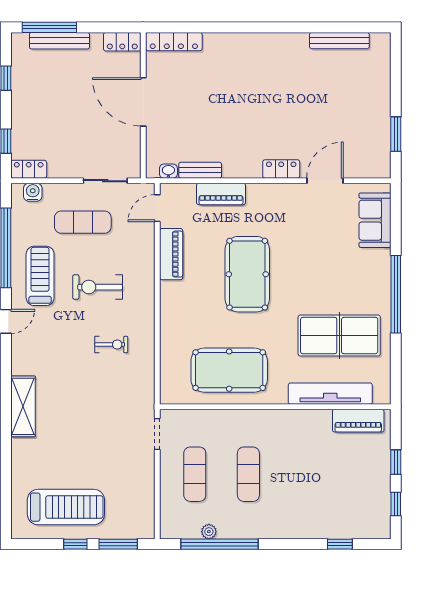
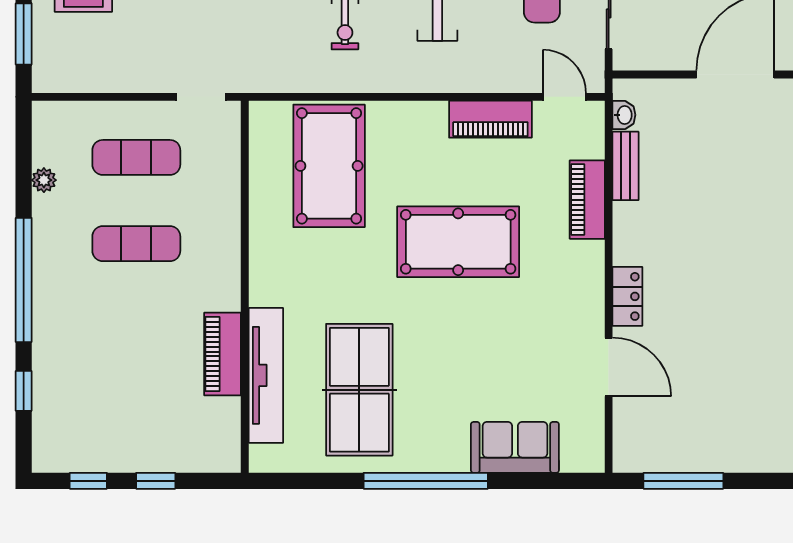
window: (396, 134) -> (683, 481), width x1.44
sofa: (375, 220) -> (515, 447), moved
pool table: (229, 370) -> (329, 166), moved
piano: (358, 421) -> (223, 354), moved
window: (219, 544) -> (24, 280), moved

